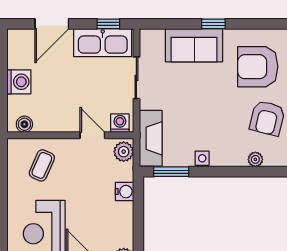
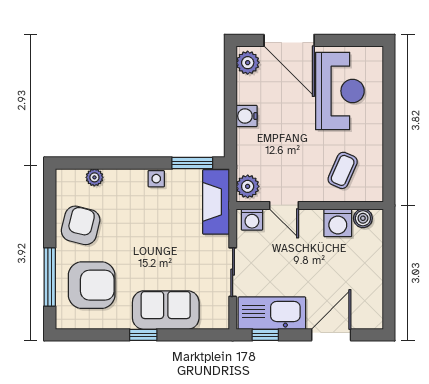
washing machine: (19, 82) -> (338, 223), moved, turned -90
water cooler: (124, 192) -> (247, 116), moved

